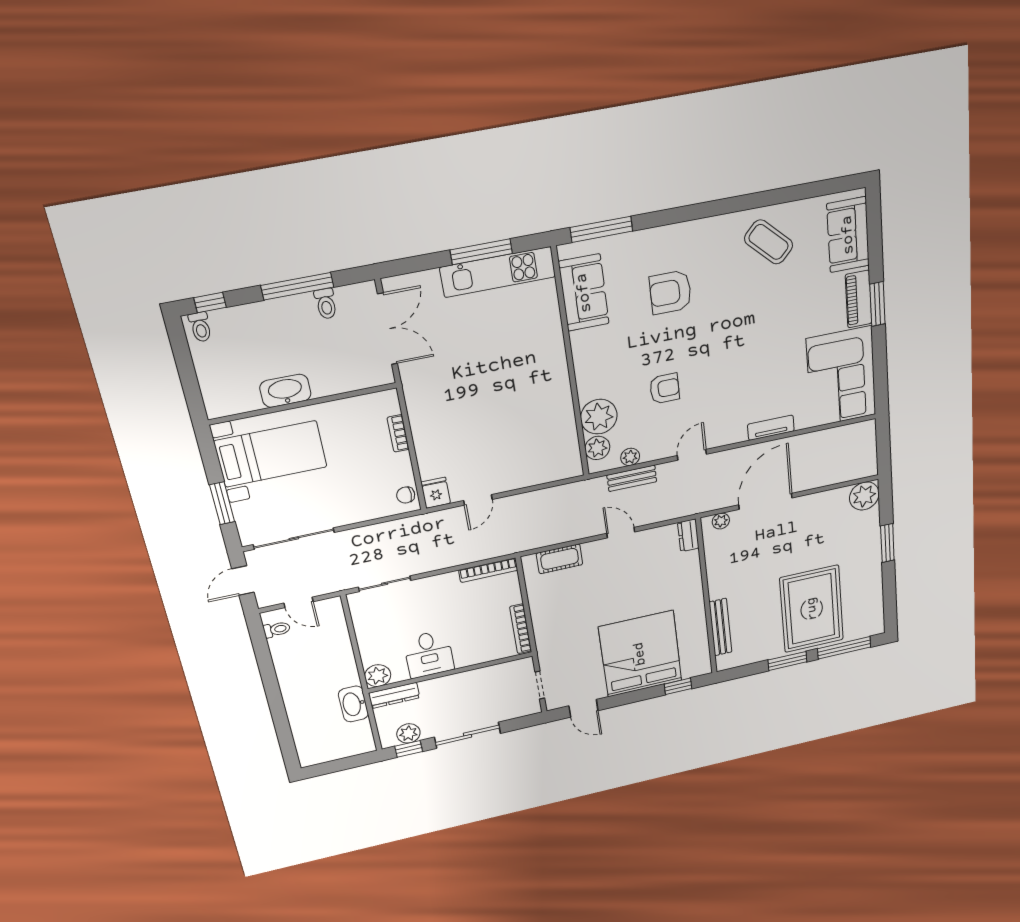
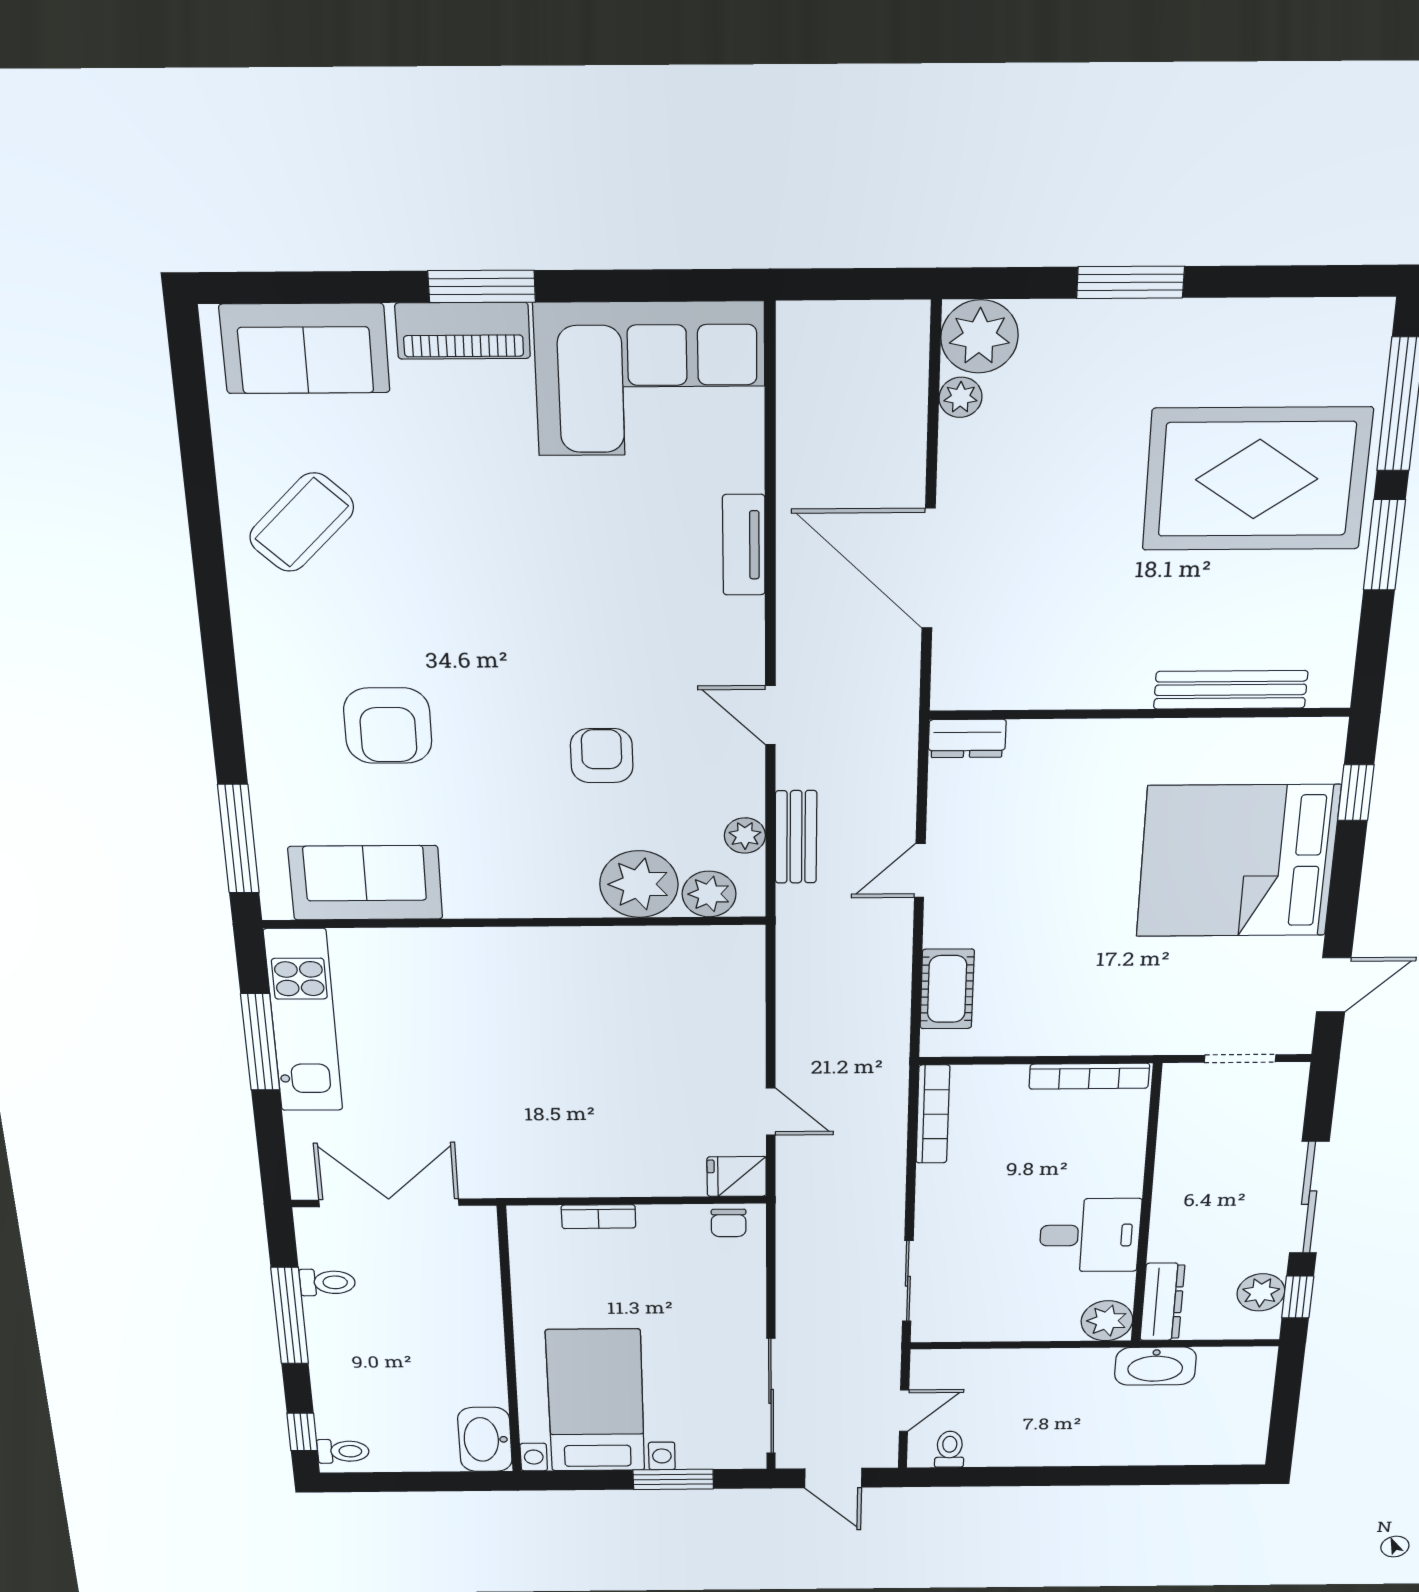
washbasin: (285, 391) -> (485, 1439), moved
plant: (721, 521) -> (960, 397), moved

